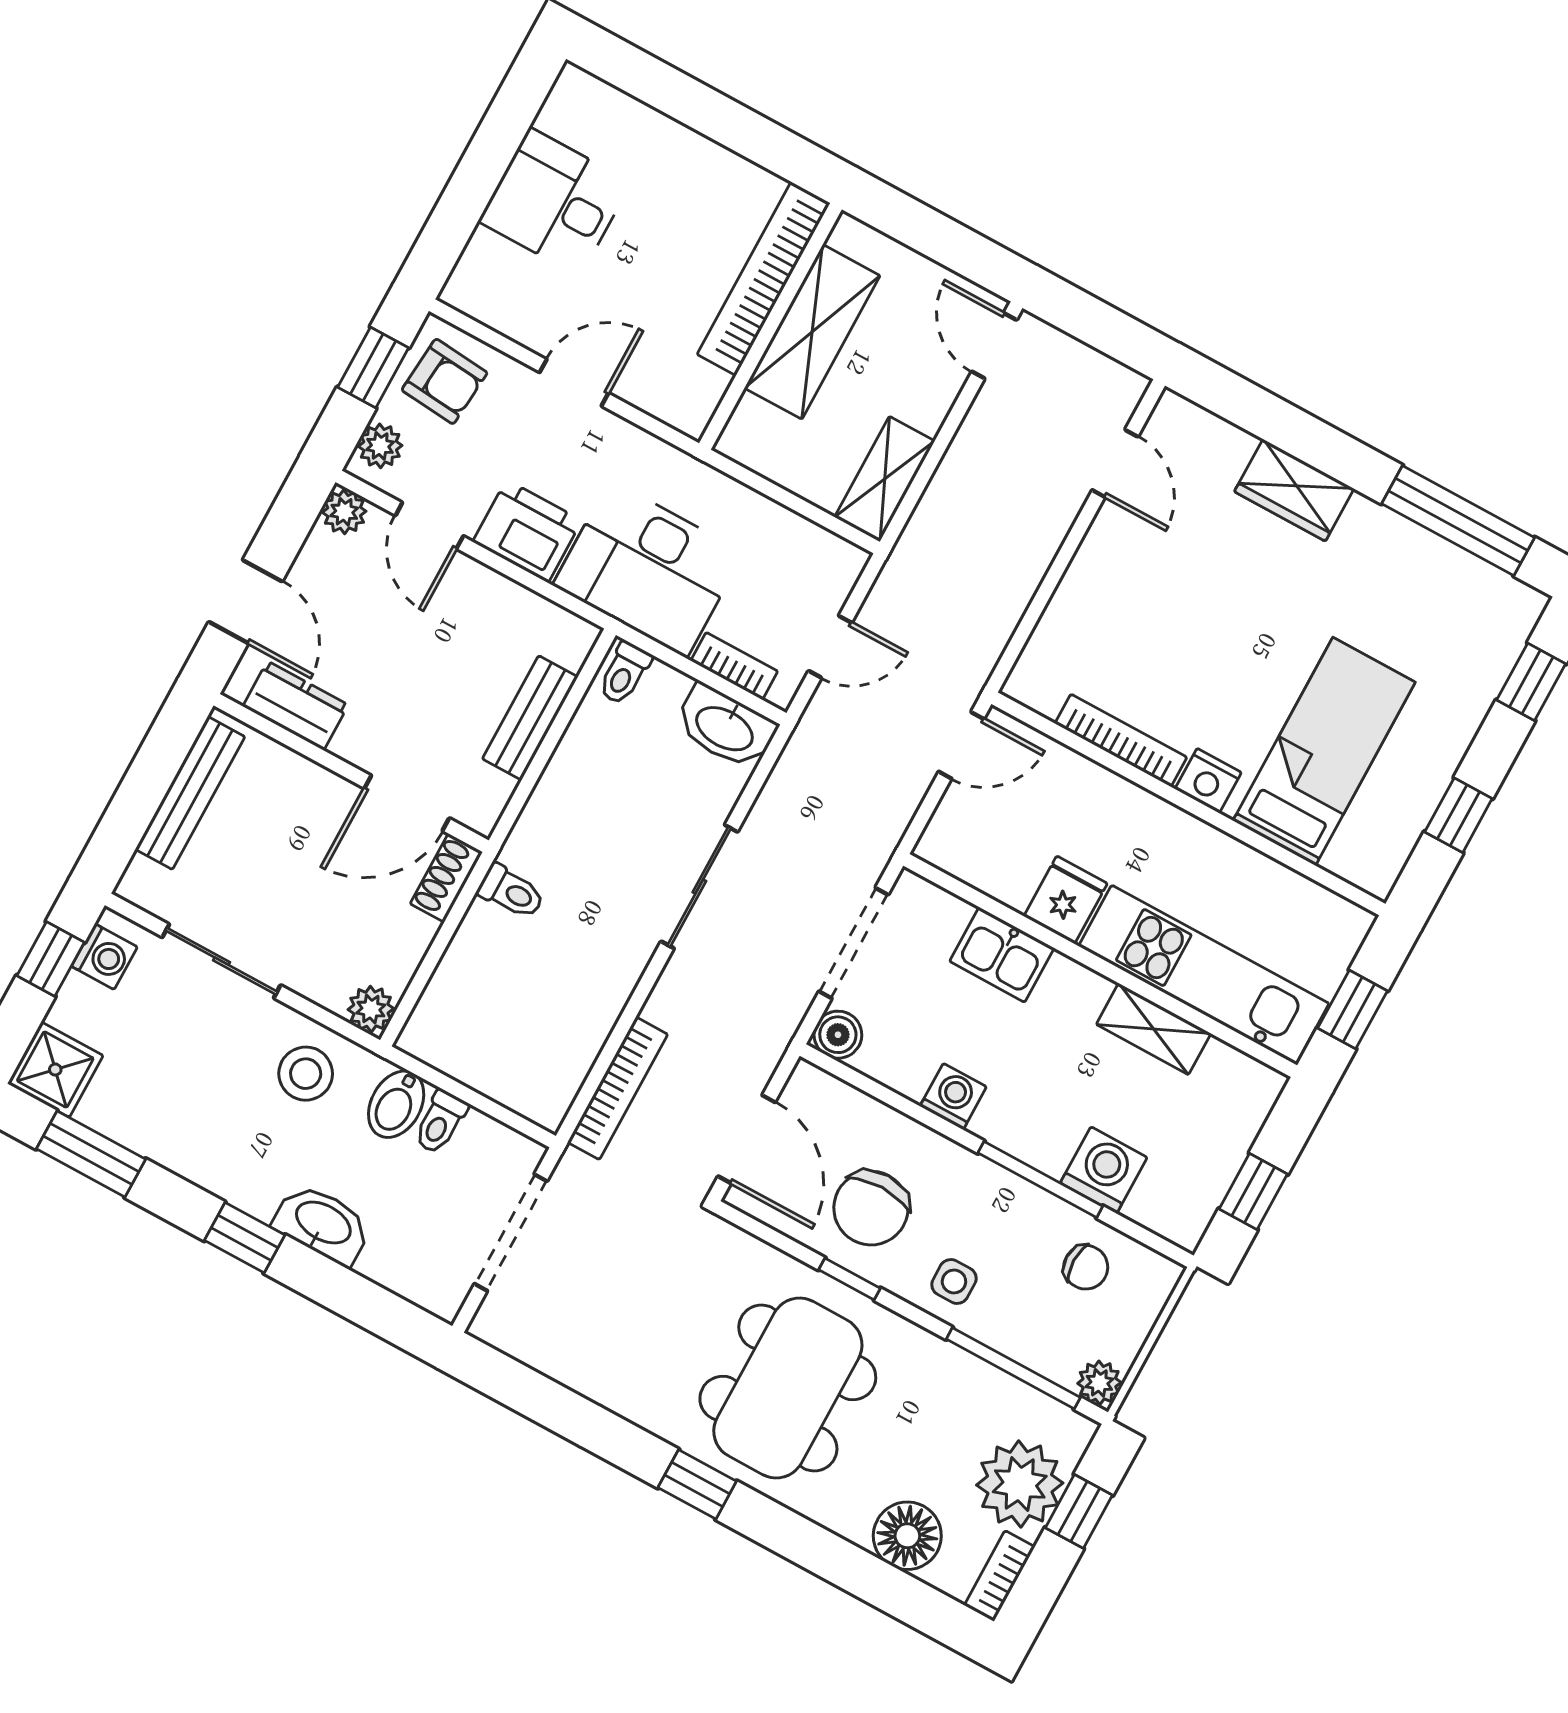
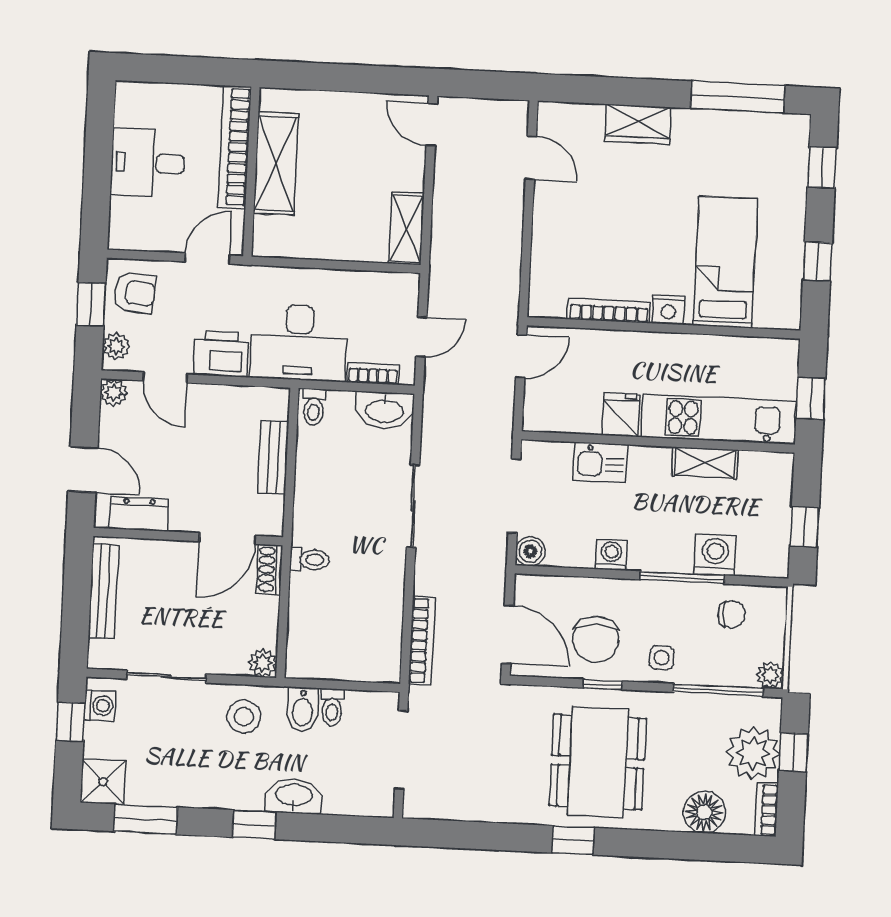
bookcase: (764, 279) -> (235, 147), moved
wall: (770, 326) -> (251, 172), moved
shelving: (812, 332) -> (276, 163), moved

